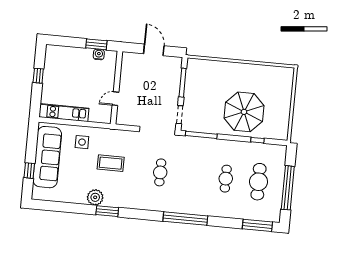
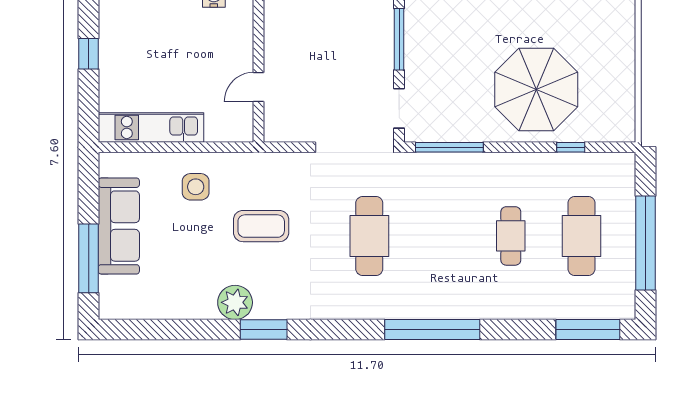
sofa: (47, 157) -> (119, 226), width x0.74, depth x0.79
window: (29, 171) -> (89, 258), width x2.17
cafe table: (160, 172) -> (369, 236), width x1.37, depth x1.35

